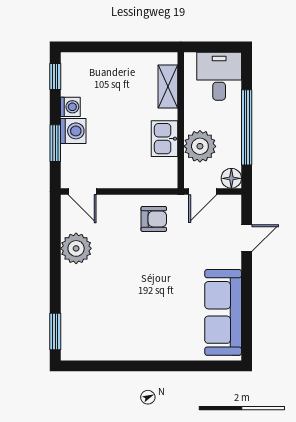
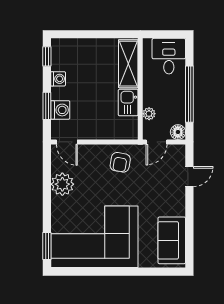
shelving: (168, 86) -> (128, 64), width x1.50, depth x1.33
washing machine: (73, 131) -> (60, 110), moved
plant: (200, 146) -> (149, 114), width x0.53, depth x0.53
armchair: (154, 219) -> (120, 162), turned 100
sofa: (223, 312) -> (172, 240), width x0.73
corner sofa: (119, 319) -> (94, 237), added

